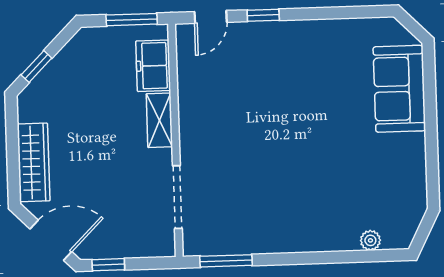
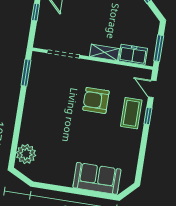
coffee table: (264, 48) -> (131, 113), added
armchair: (253, 119) -> (96, 100), added
plant: (370, 240) -> (26, 154), width x1.88, depth x1.88

